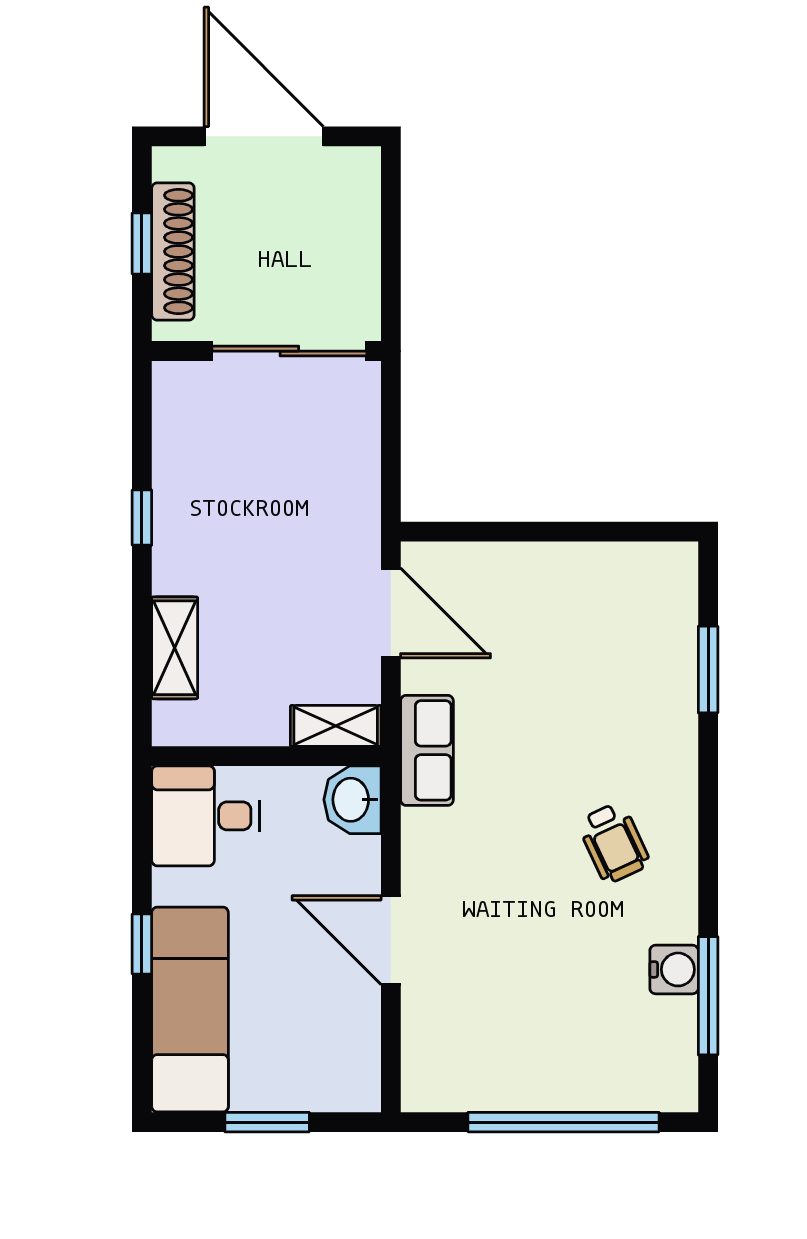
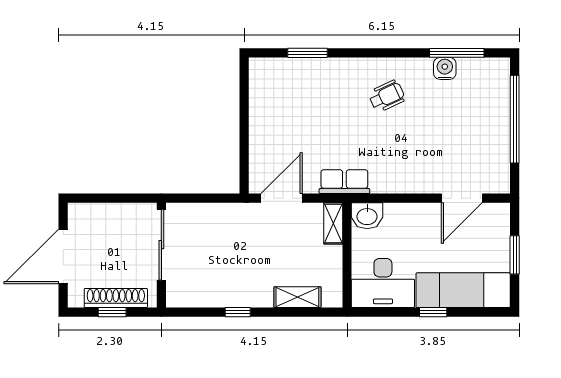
desk: (206, 816) -> (383, 283), width x1.37
door: (391, 940) -> (462, 198), moved

